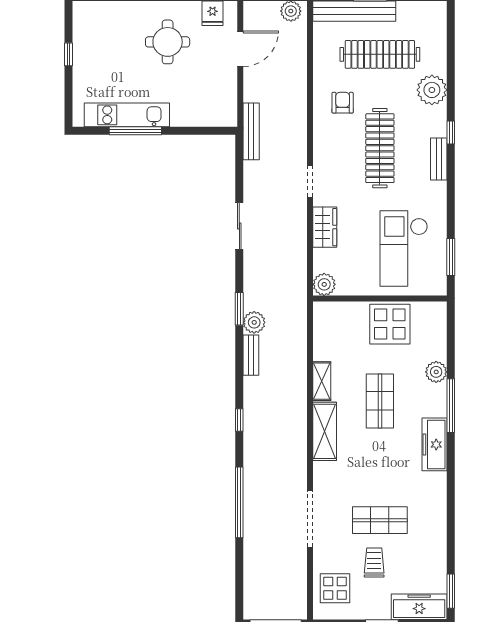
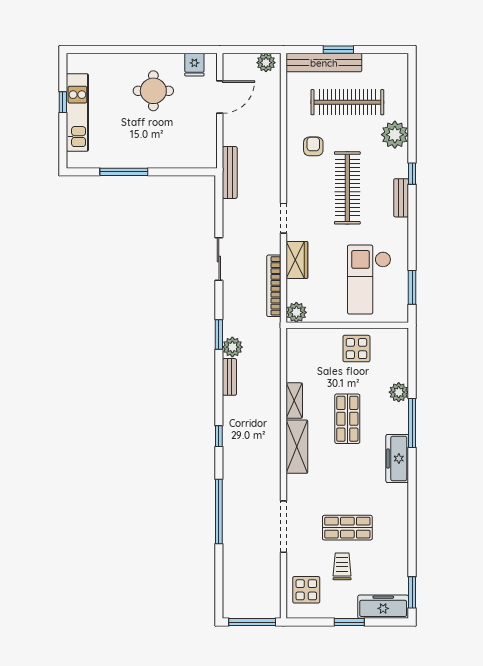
kitchen unit: (127, 115) -> (77, 112), moved, turned 90
bookcase: (299, 255) -> (274, 286), added
display table: (390, 324) -> (356, 349), width x0.73, depth x0.73

